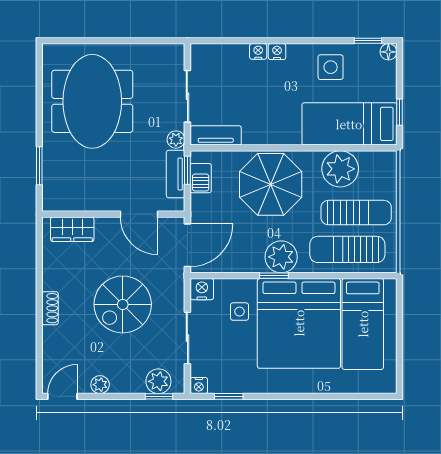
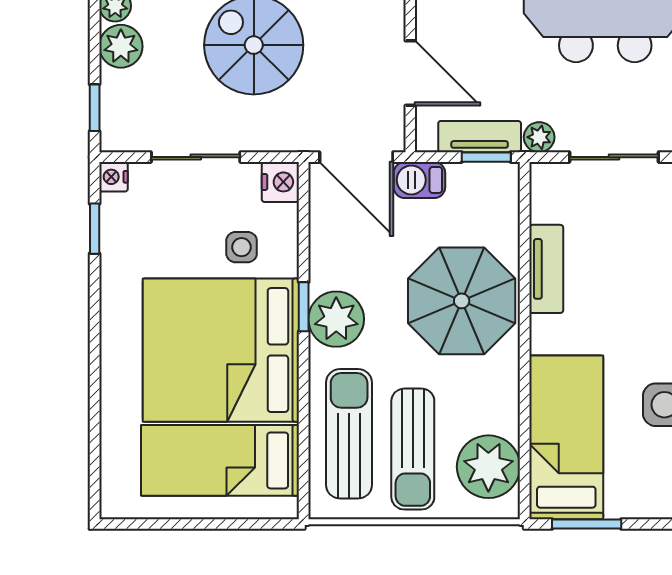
window: (399, 112) -> (587, 524), width x1.50
tv unit: (216, 135) -> (546, 269), moved
plant: (340, 169) -> (488, 467), moved
barbecue: (201, 178) -> (419, 180), moved
door: (139, 214) -> (410, 73), swing flipped
plant: (158, 381) -> (121, 46), moved

